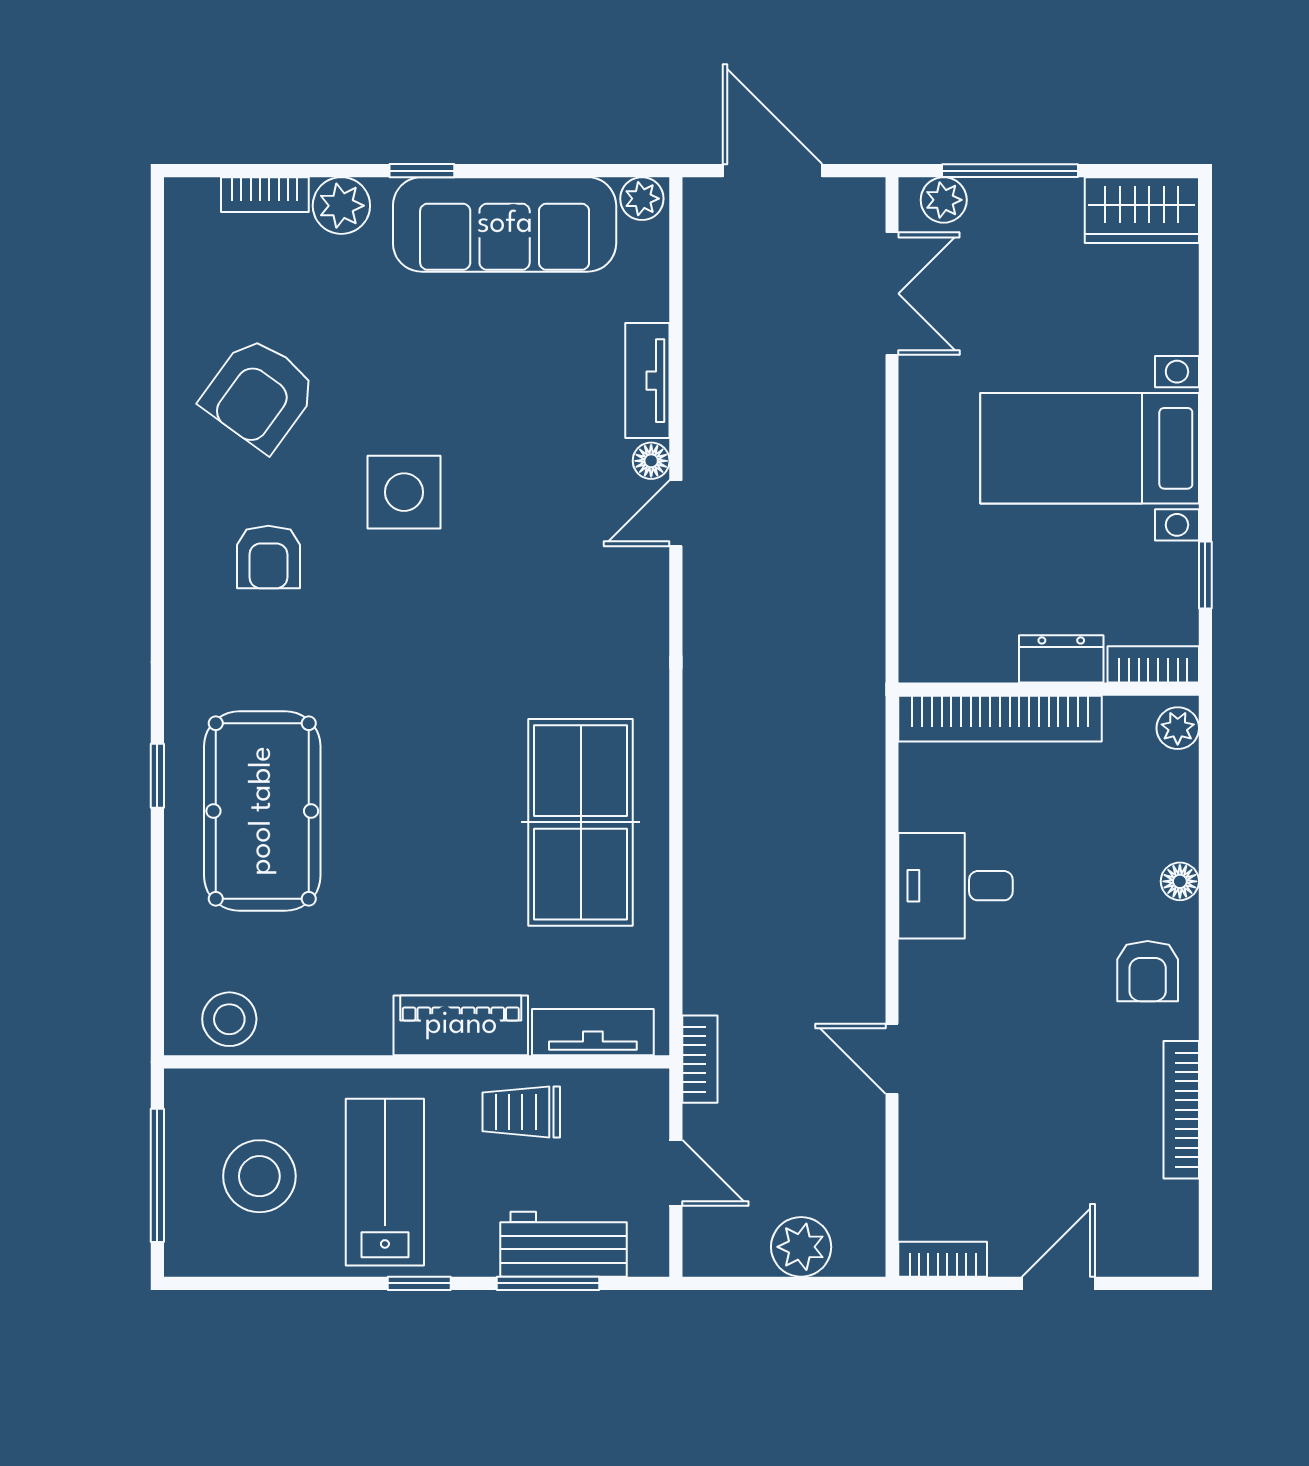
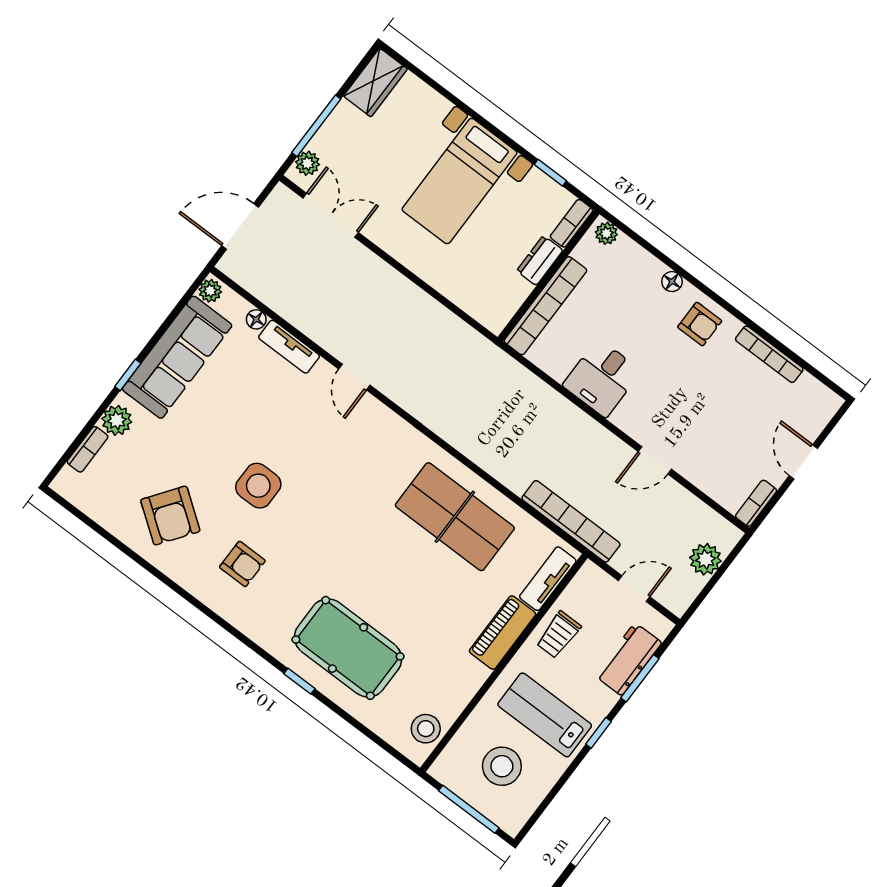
floor lamp: (651, 461) -> (256, 319), moved
bookcase: (700, 1059) -> (571, 521), width x2.31, depth x1.31

